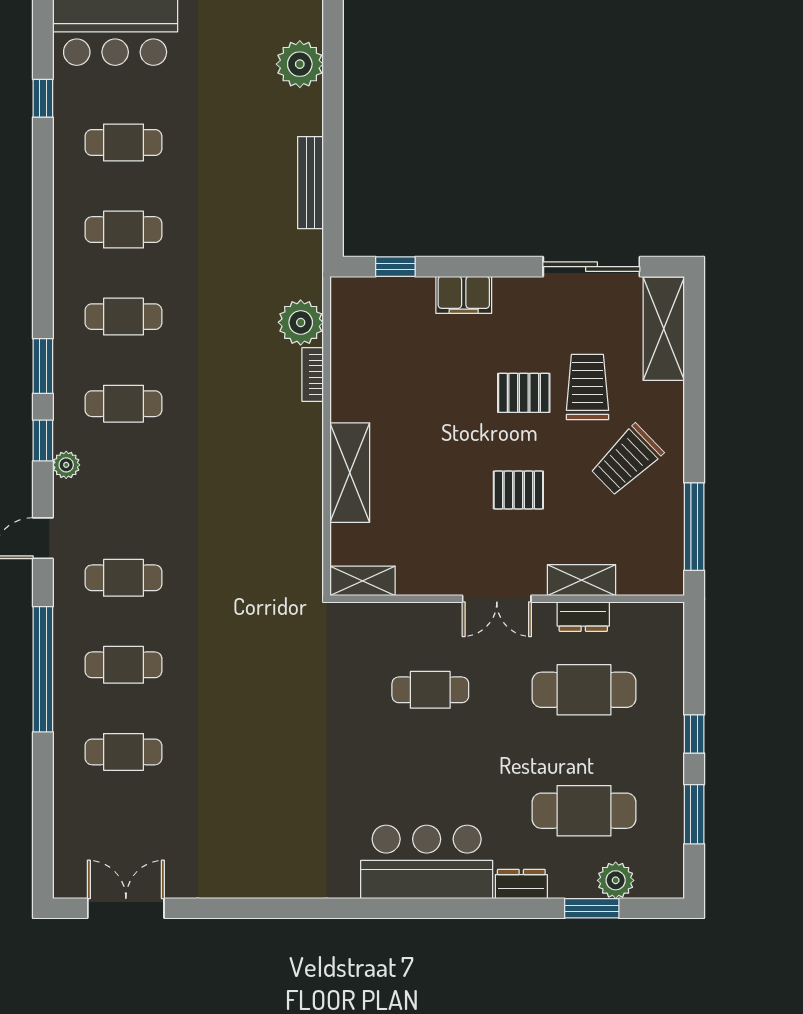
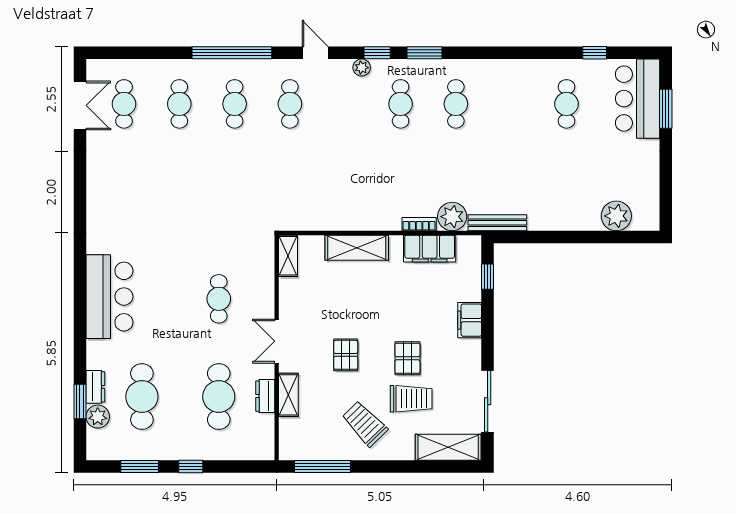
bench: (310, 183) -> (497, 223), moved
cafe table: (123, 230) -> (124, 104), moved
filing cabinet: (351, 358) -> (430, 249), added
dresser: (521, 884) -> (95, 387), moved

